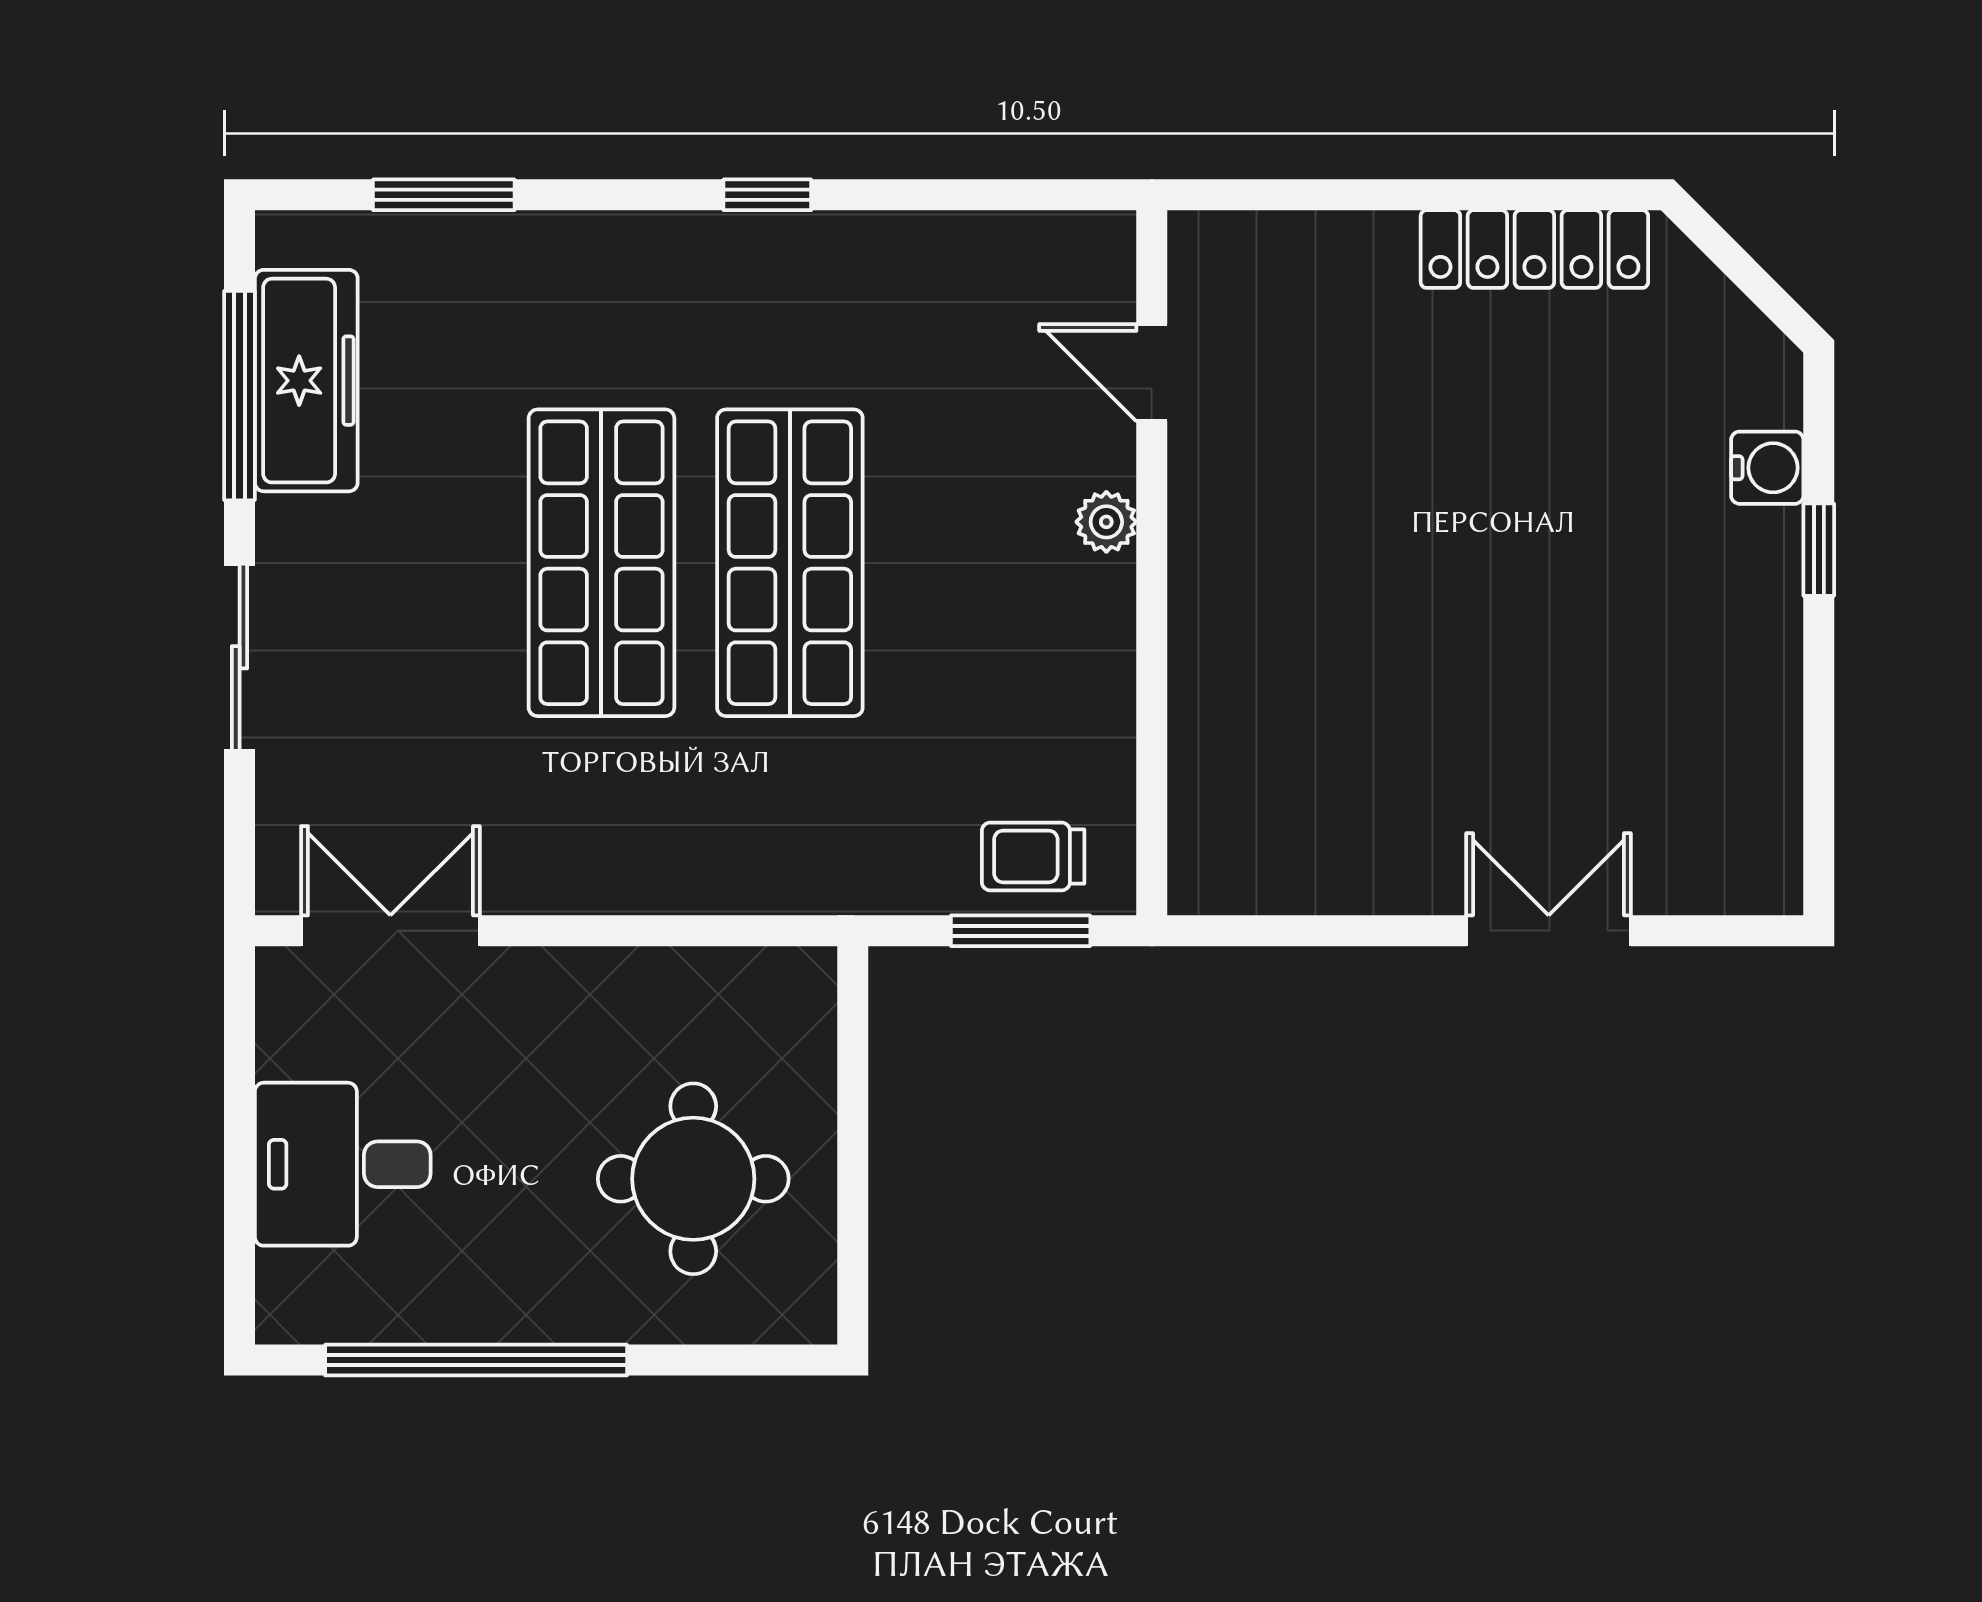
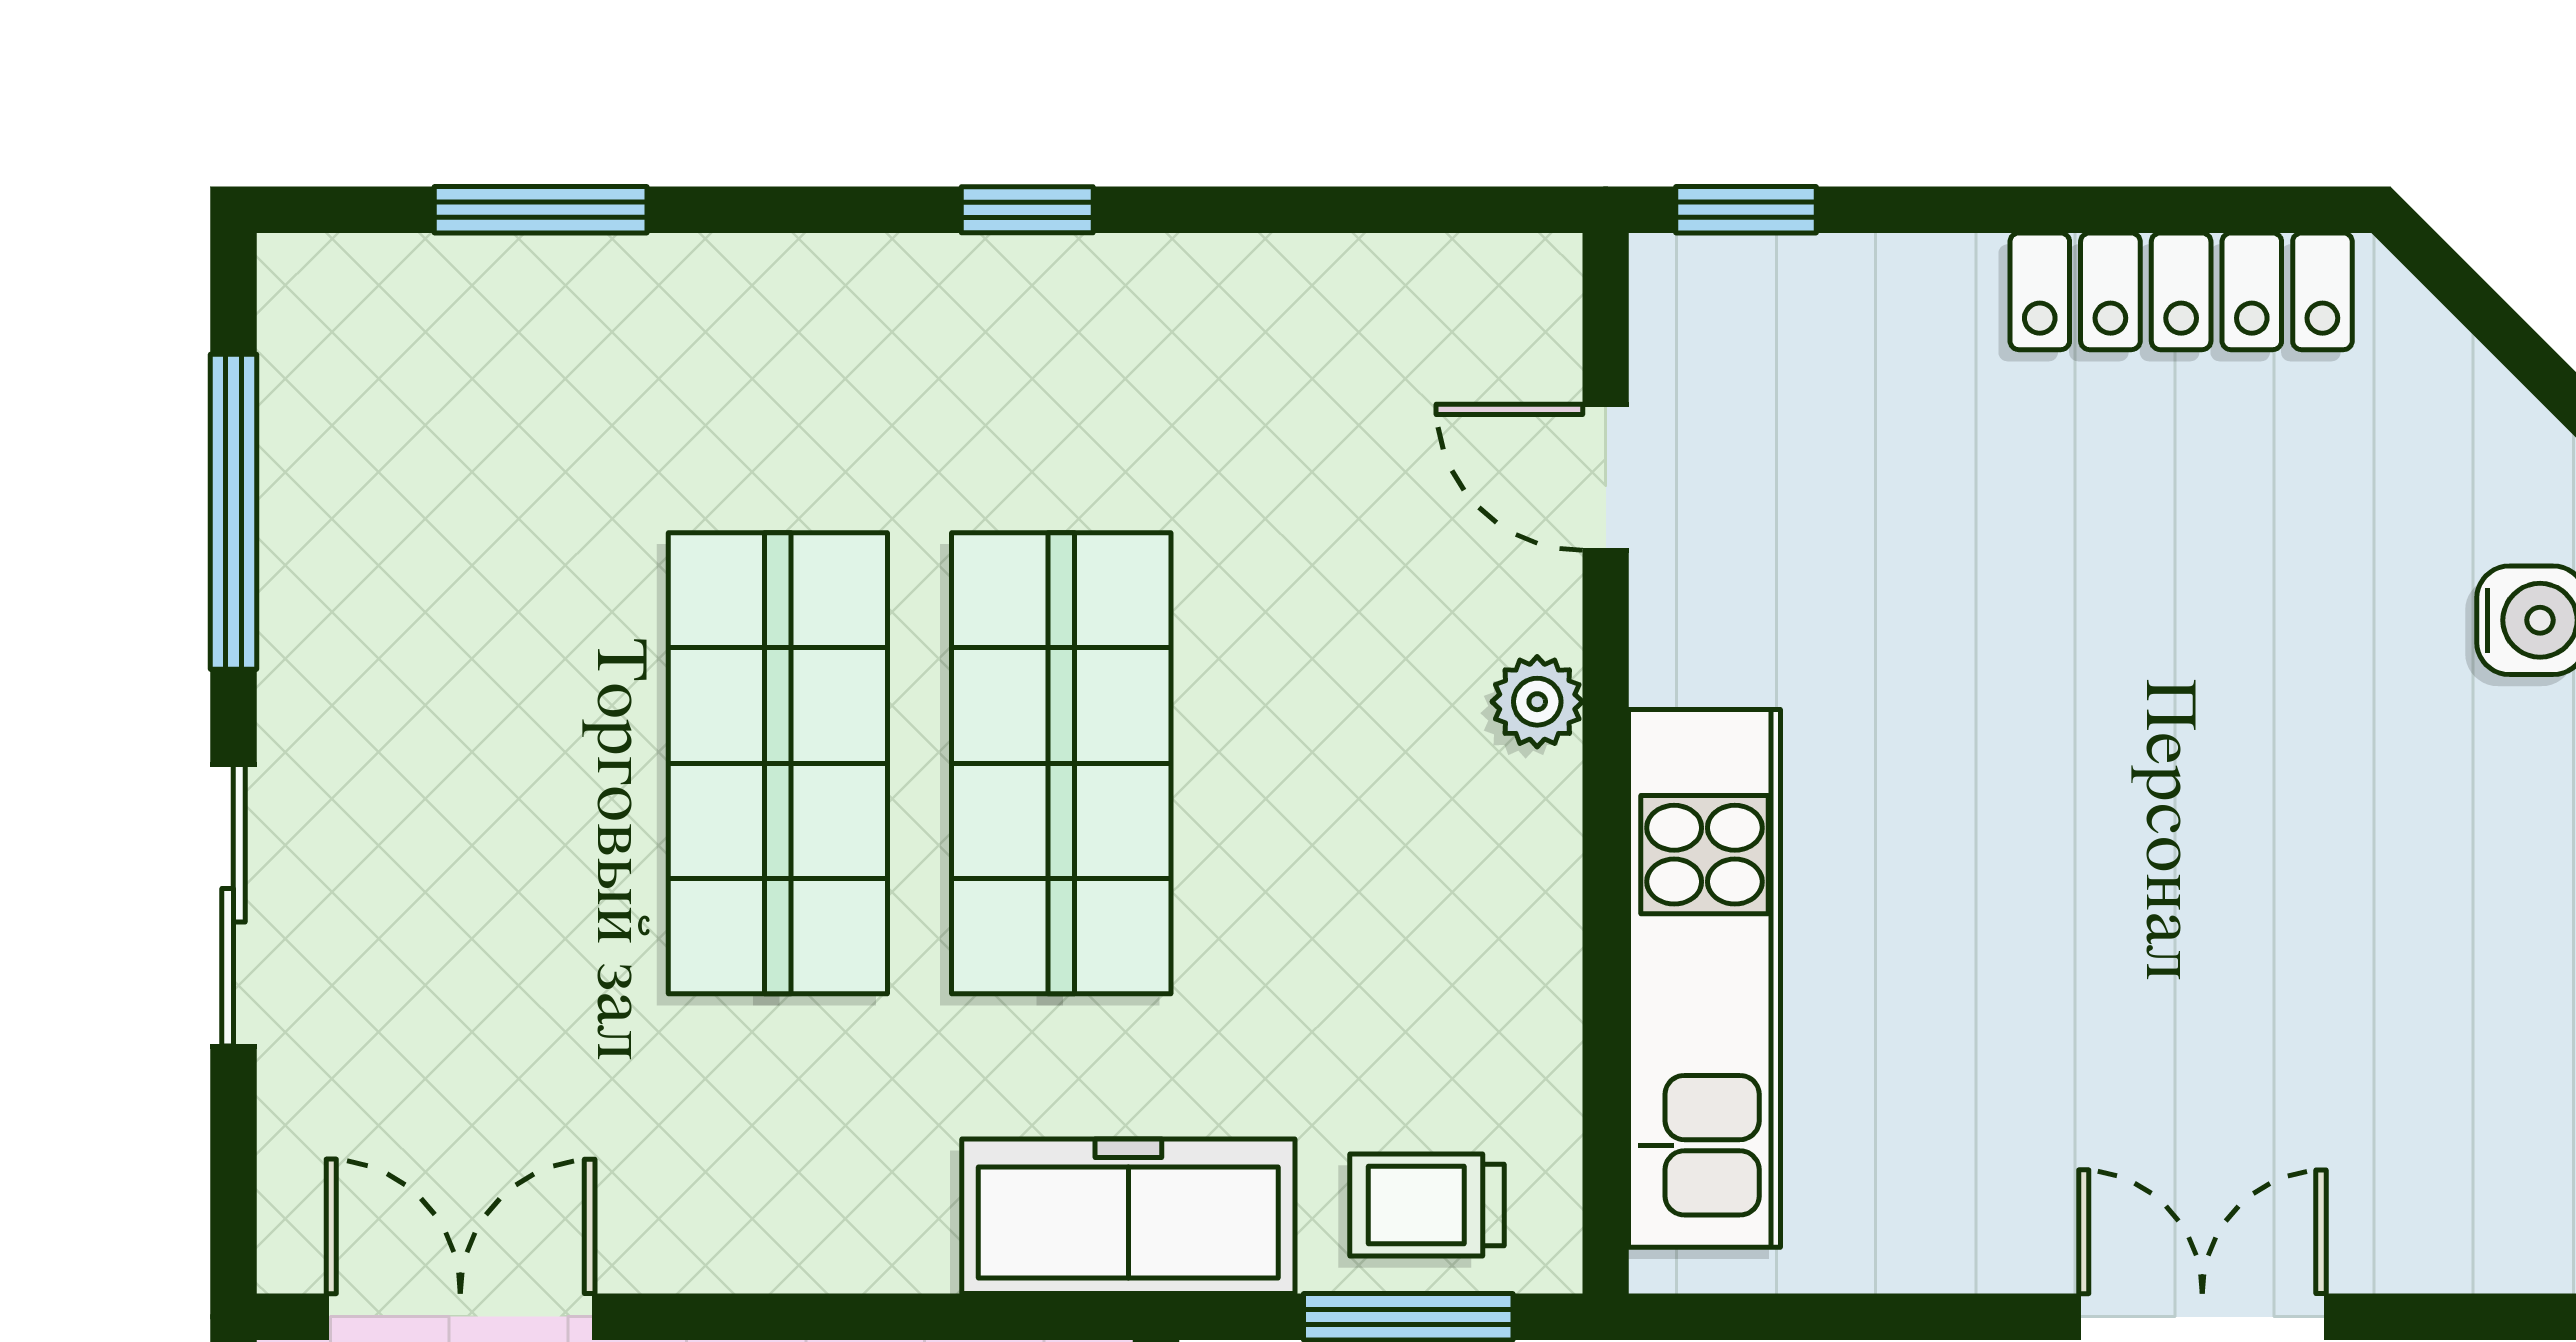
window: (1245, 195) -> (1746, 210), added
freezer: (306, 381) -> (1128, 1216), moved, turned -90
kitchen unit: (1218, 706) -> (1705, 978), added

